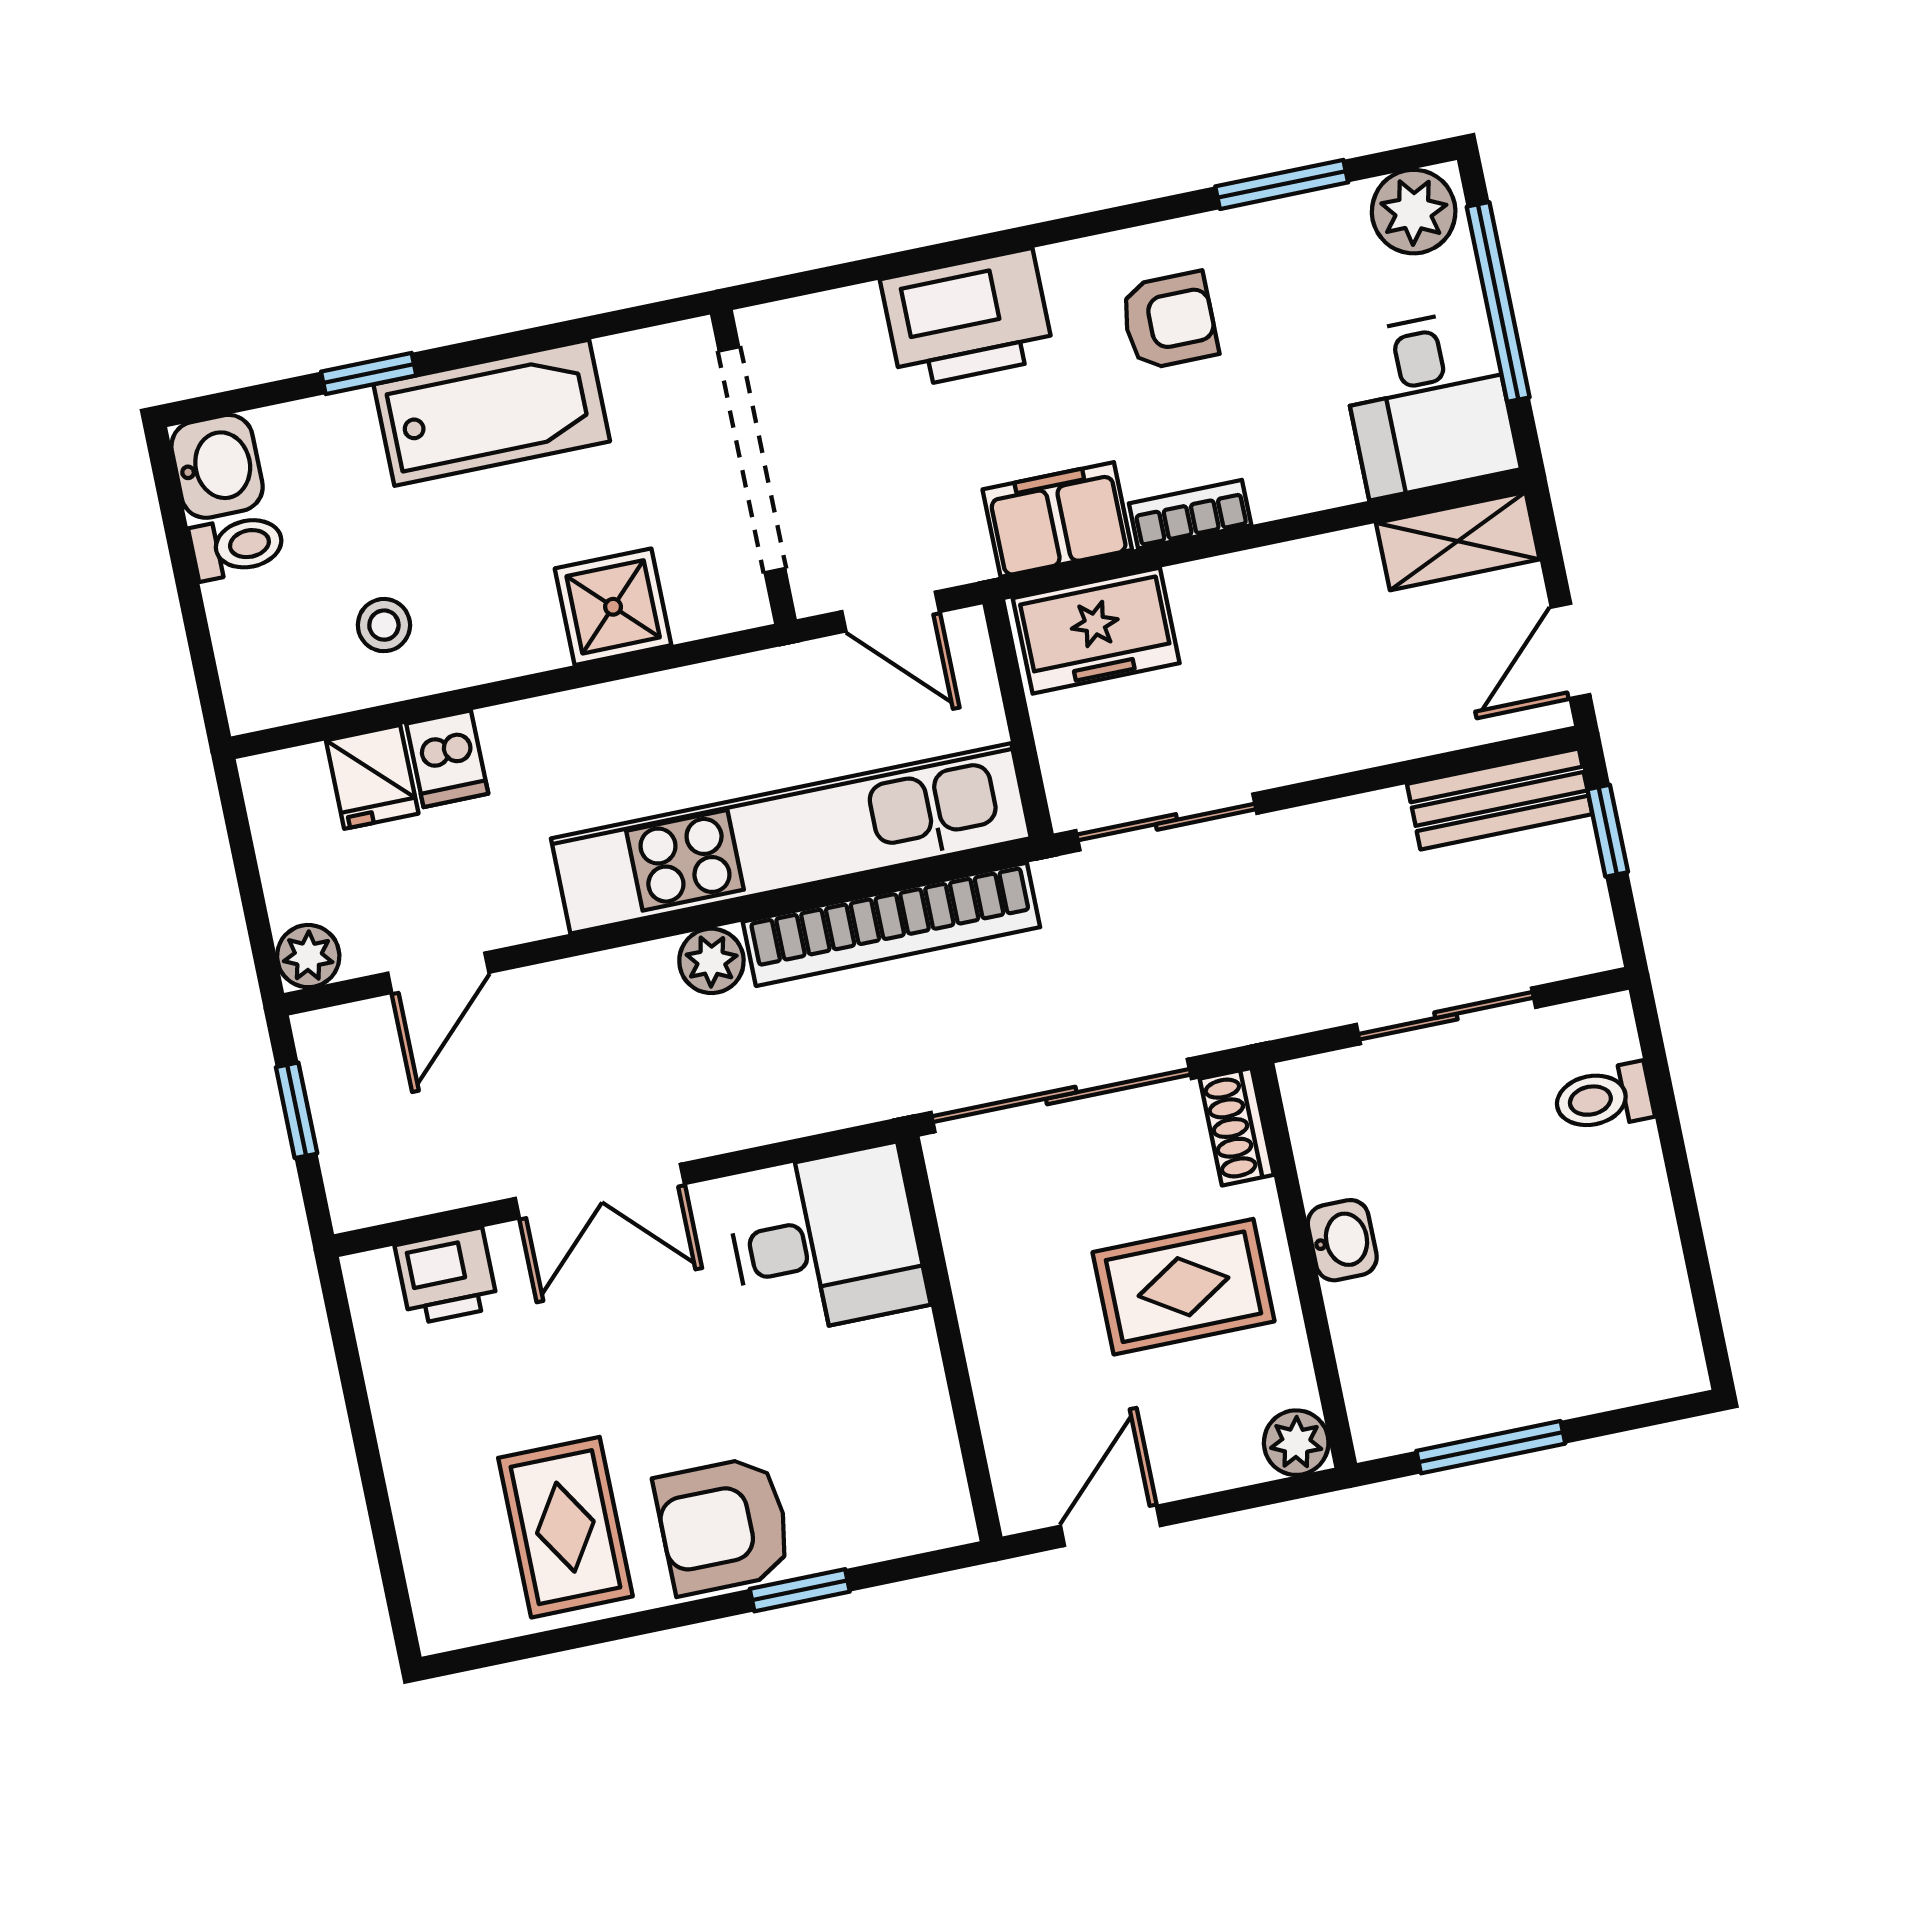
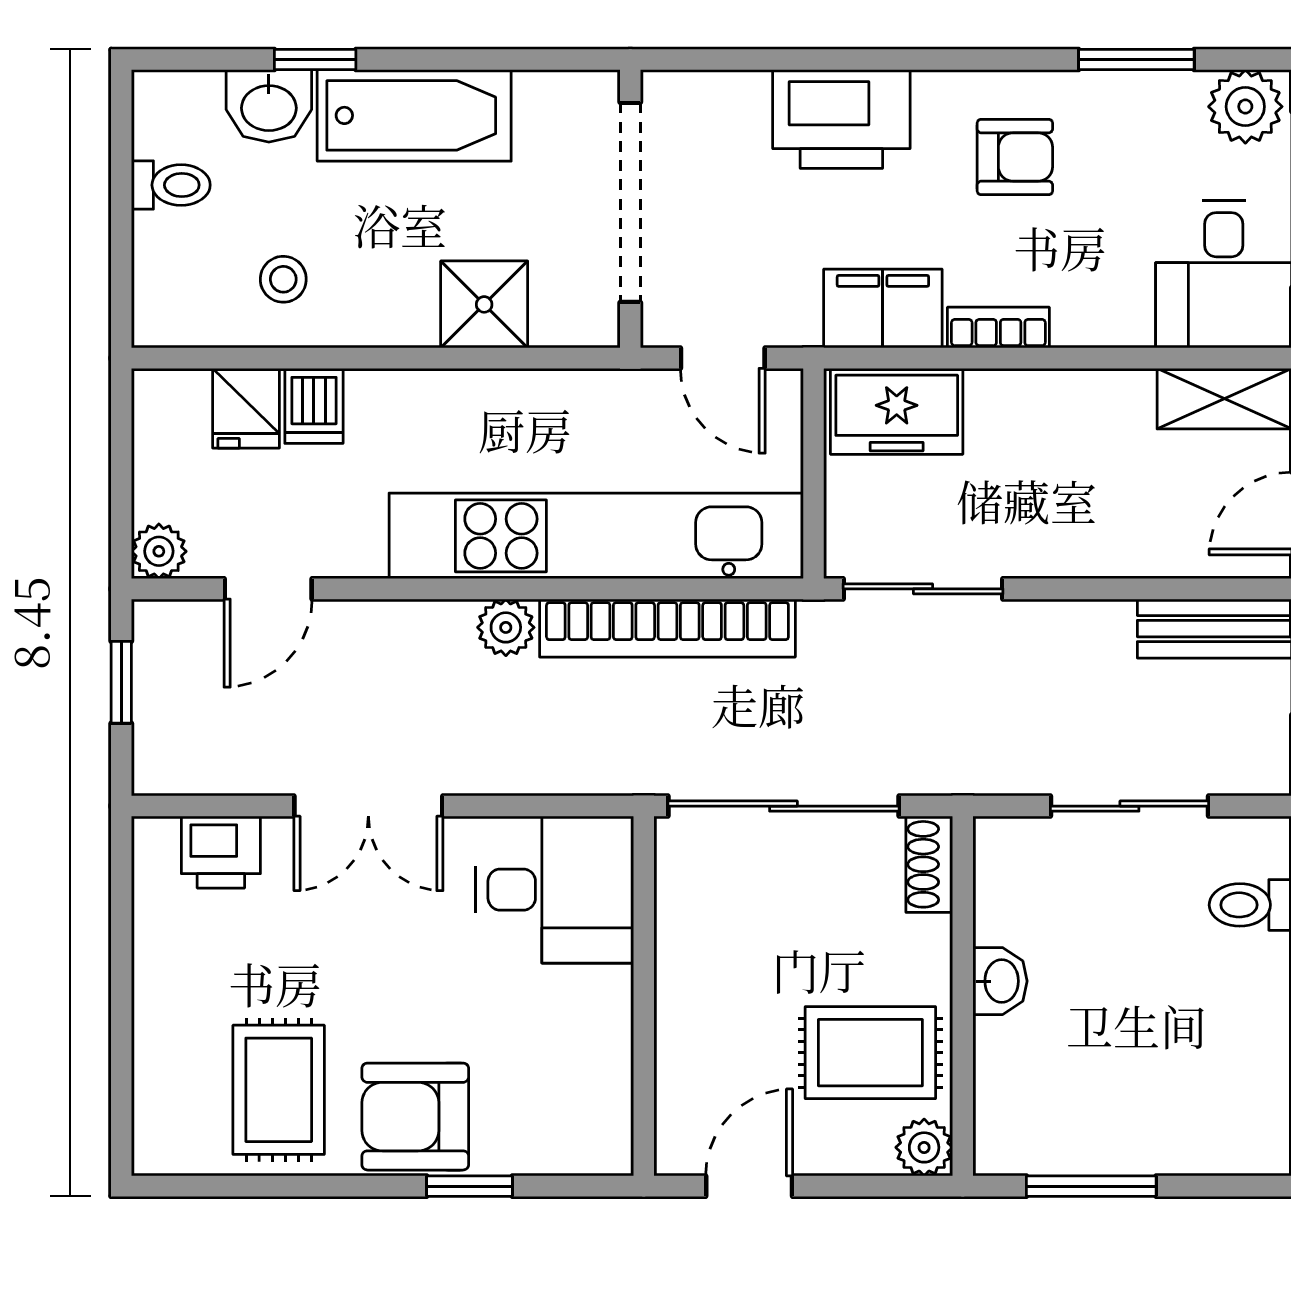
washbasin: (217, 466) -> (269, 106), moved, turned 90
rug: (1183, 1287) -> (870, 1053), moved

